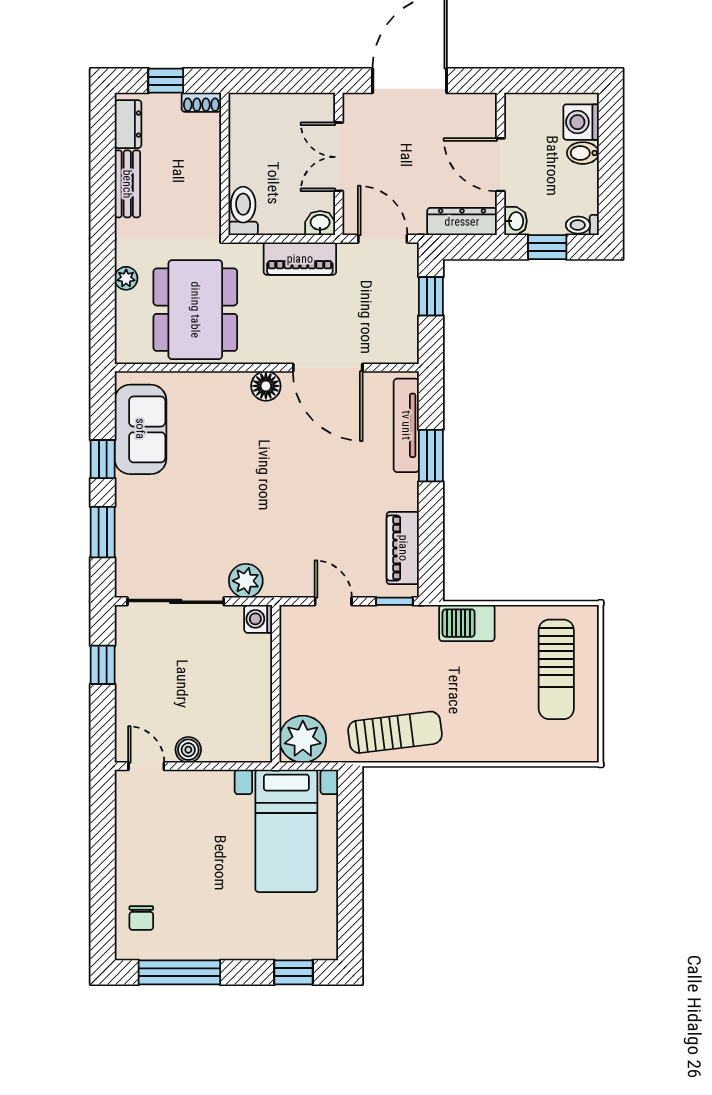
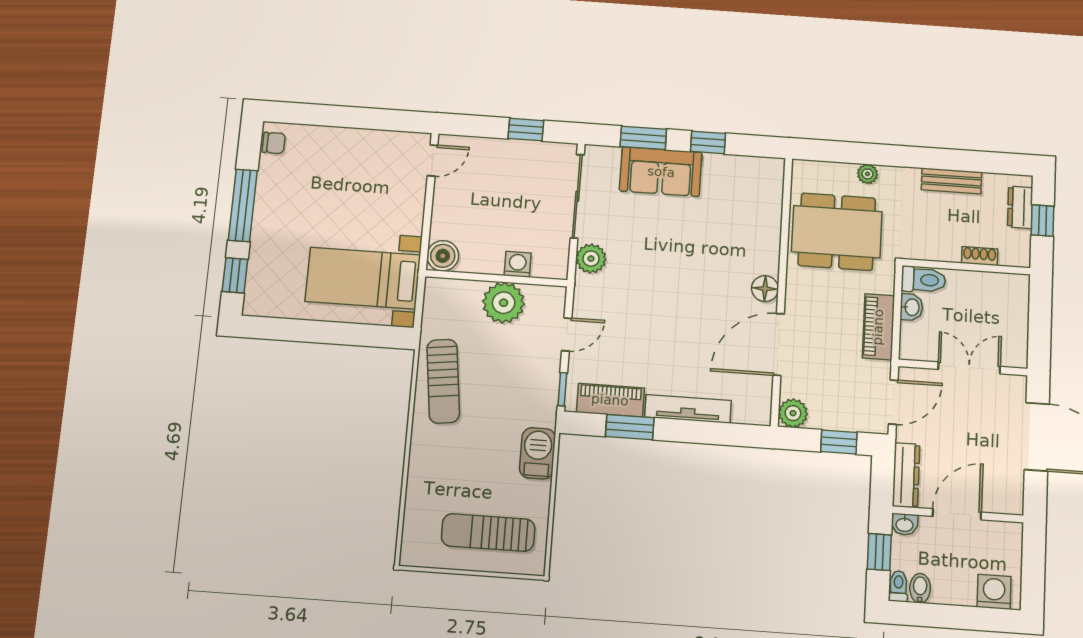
shoe rack: (201, 102) -> (980, 256), moved, turned 90
dresser: (128, 124) -> (1020, 207), moved, turned 90
bidet: (583, 153) -> (920, 588), moved
washbasin: (320, 223) -> (911, 307), moved
plant: (403, 348) -> (793, 413), added
tv unit: (406, 425) -> (688, 409), moved
sofa: (140, 429) -> (661, 172), moved
window: (431, 456) -> (630, 427), moved
washing machine: (258, 619) -> (518, 264), moved
plant: (303, 739) -> (504, 303), moved
boiler: (188, 750) -> (443, 256), moved, width x1.36, depth x1.36
chair: (141, 918) -> (274, 143), moved, turned 180
window: (179, 972) -> (243, 205), moved

